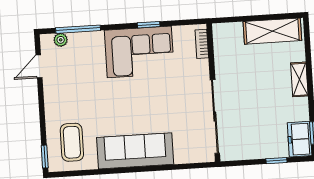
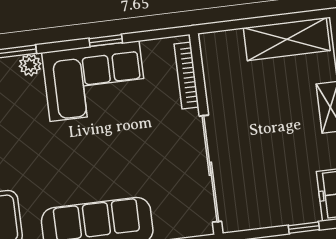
plant: (96, 38) -> (30, 65), added
bookcase: (202, 44) -> (187, 76), width x1.56

